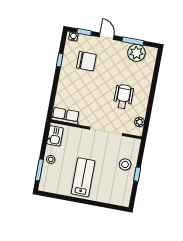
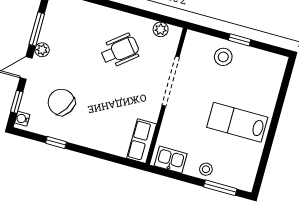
plant: (136, 53) -> (42, 50), moved, width x0.53, depth x0.53
chair: (86, 61) -> (61, 102), turned -59
wheelchair: (123, 97) -> (120, 51), turned 141

